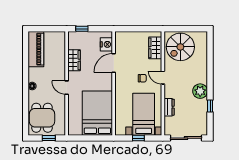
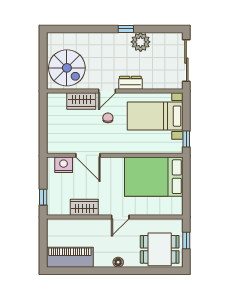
wardrobe: (155, 48) -> (81, 101), moved
plant: (200, 91) -> (141, 42), moved
window: (210, 106) -> (126, 29), moved
dresser: (169, 107) -> (130, 83), moved
window: (138, 138) -> (186, 139), moved

